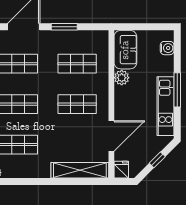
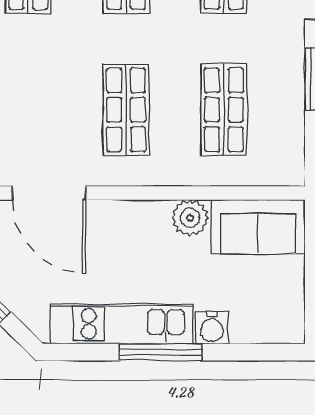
water cooler: (167, 48) -> (212, 328), moved

